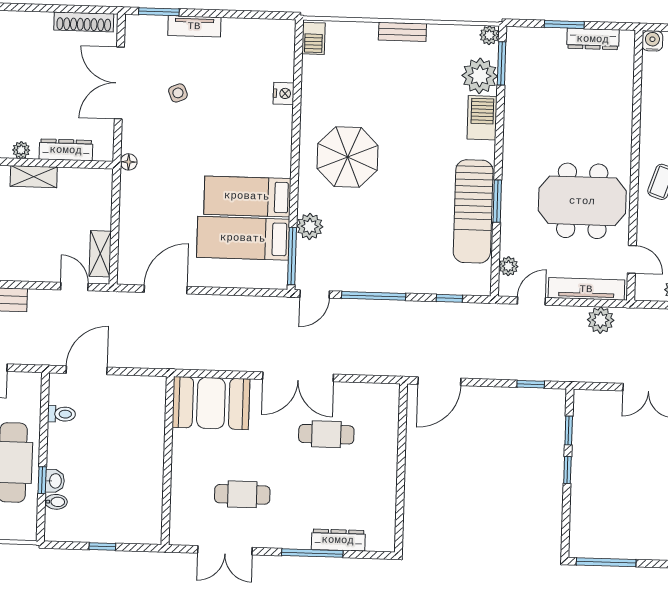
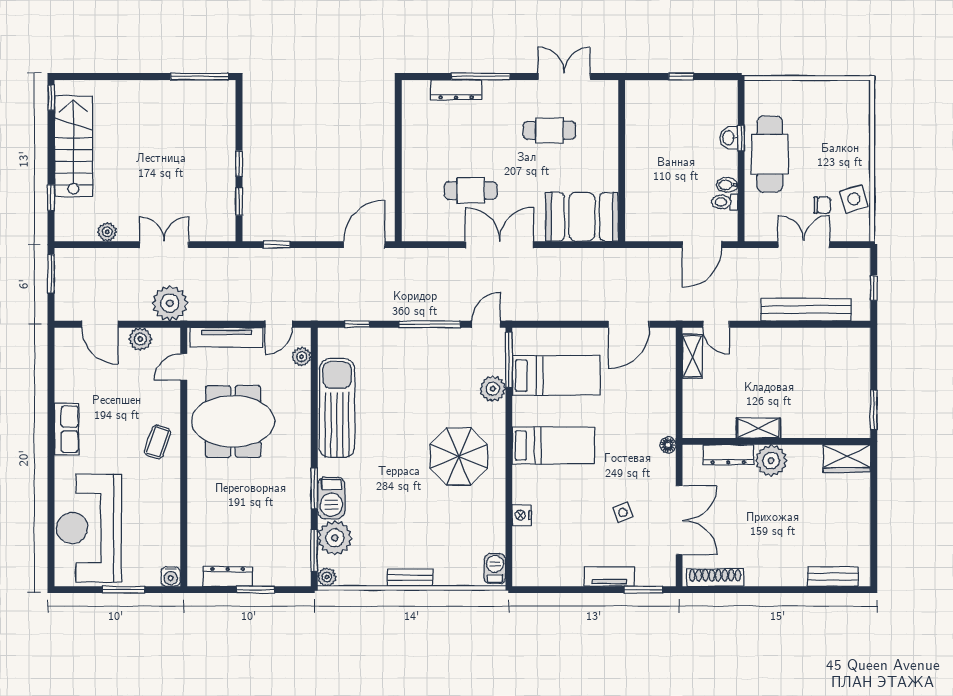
plant: (21, 150) -> (771, 460), width x1.88, depth x1.88
bed: (247, 196) -> (553, 445), moved
window: (497, 201) -> (314, 488), moved
door: (632, 259) -> (184, 367), hinge flipped
plant: (601, 320) -> (170, 303), moved, width x1.36, depth x1.36
bidet: (56, 502) -> (727, 185), moved

